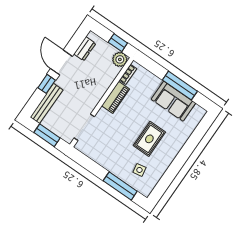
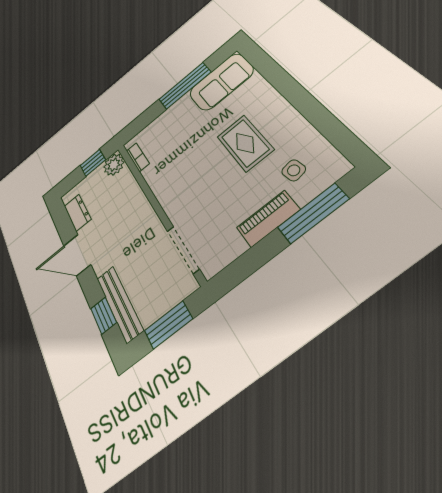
window: (47, 84) -> (104, 316), moved
piano: (116, 97) -> (268, 219), moved, turned -90
sofa: (173, 101) -> (221, 82), moved

